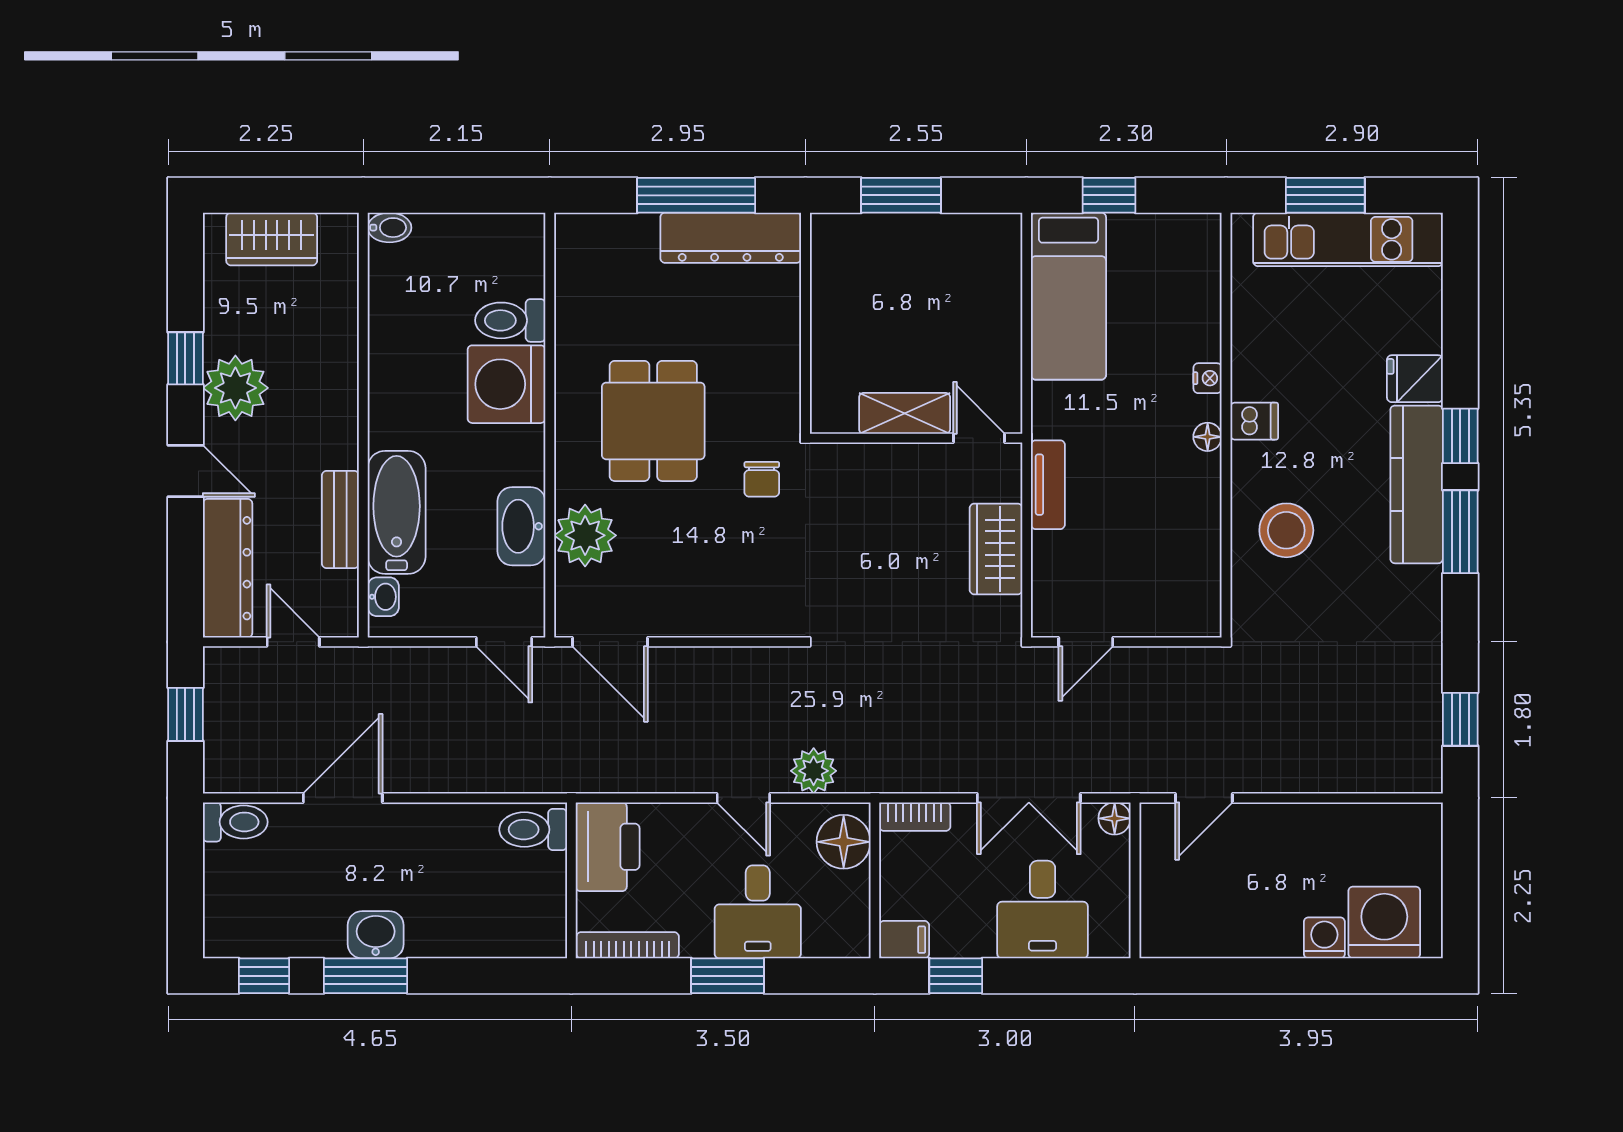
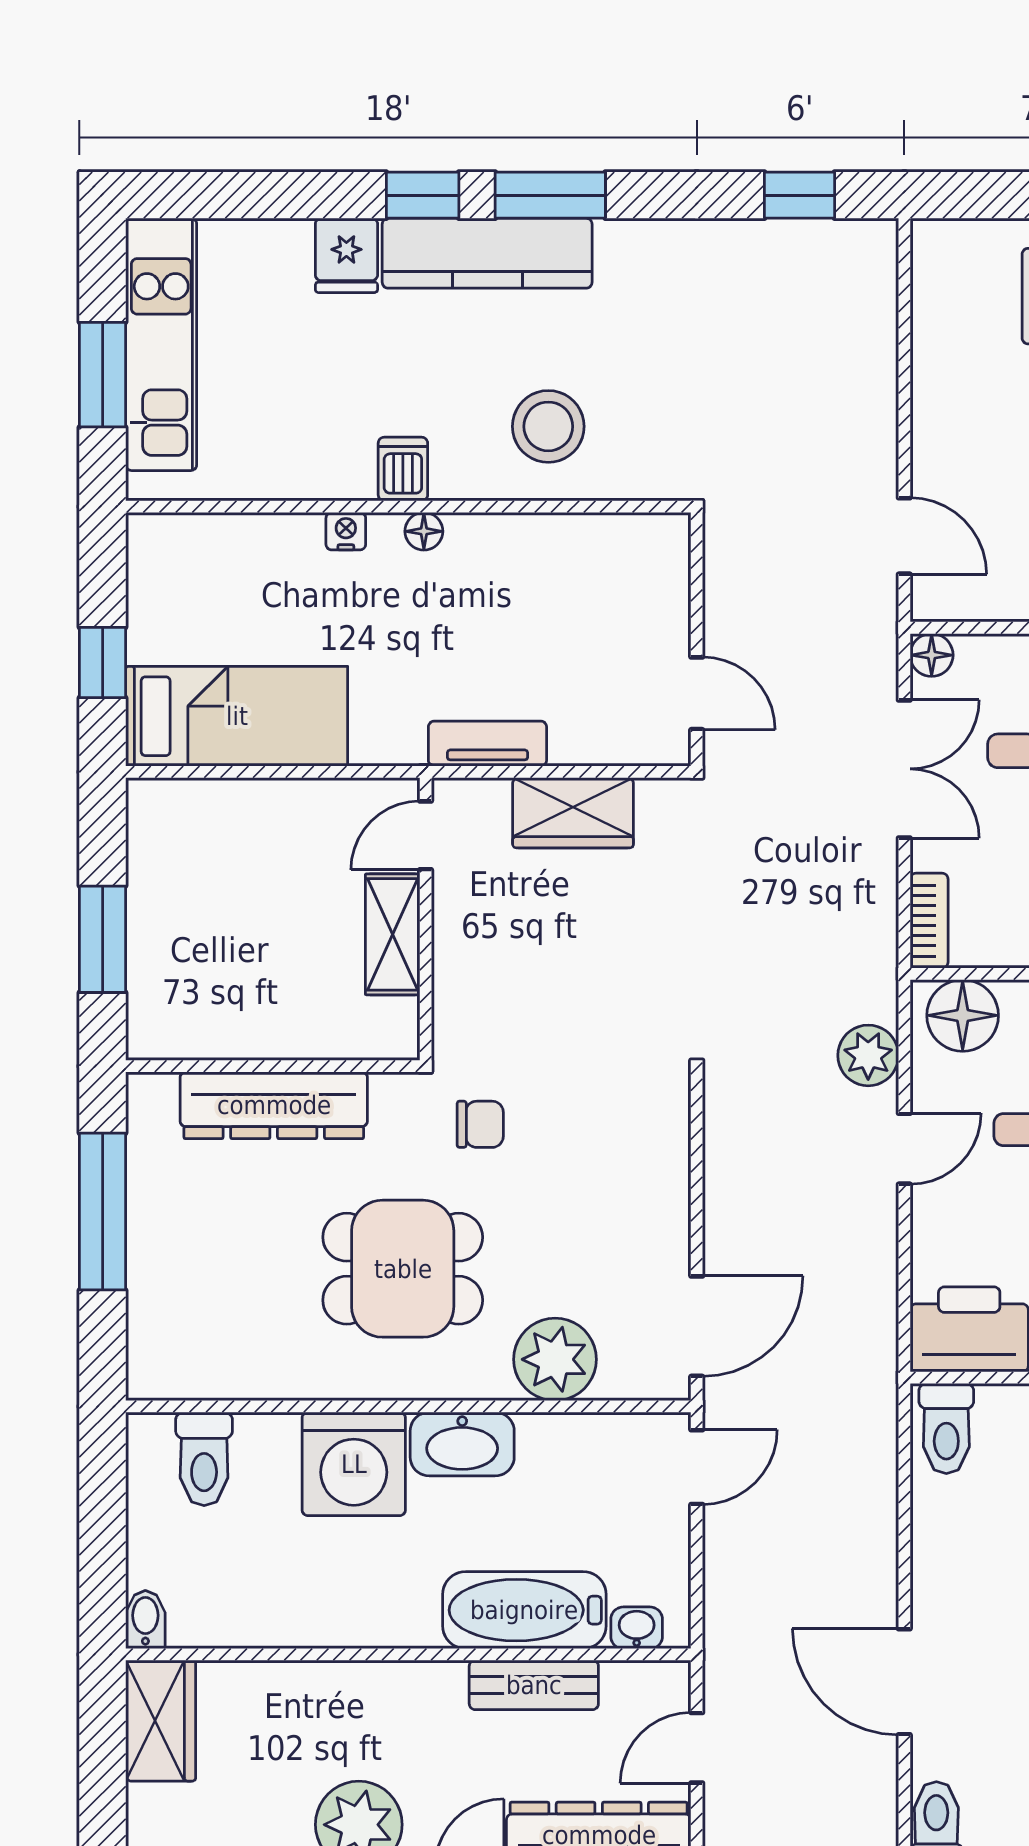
dresser: (731, 238) -> (274, 1105), moved, turned 90
wardrobe: (272, 239) -> (161, 1721), moved
toilet: (510, 320) -> (204, 1459), moved
washbasin: (521, 526) -> (462, 1444), moved

